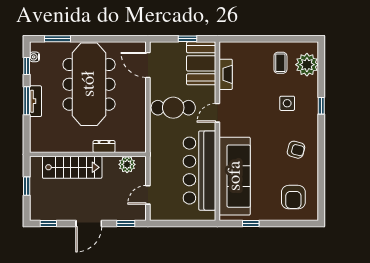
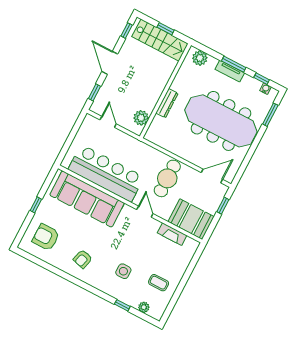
window: (188, 39) -> (223, 206), moved
plant: (307, 65) -> (144, 307), width x0.53, depth x0.53
window: (321, 106) -> (122, 305), moved
plant: (38, 137) -> (200, 58), added
dresser: (104, 147) -> (167, 103), width x1.44
stairs: (72, 167) -> (160, 40), moved, turned -90
window: (251, 224) -> (36, 205), moved

